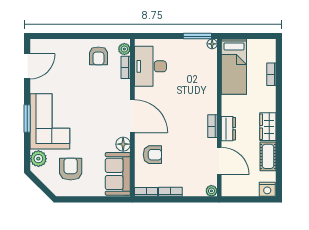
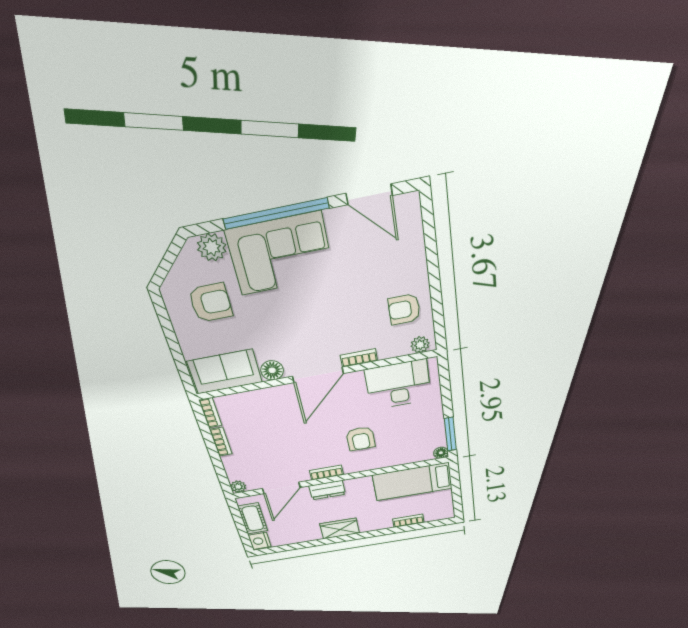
bookcase: (126, 67) -> (359, 358), moved
window: (27, 119) -> (276, 214), width x2.11
armchair: (152, 155) -> (361, 439), moved
cot: (268, 156) -> (253, 519), moved, turned 90

